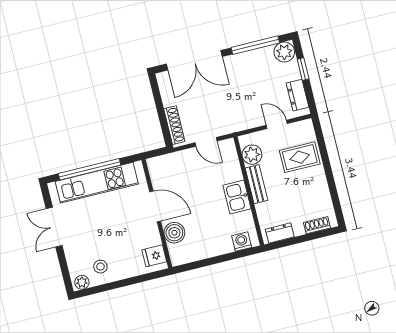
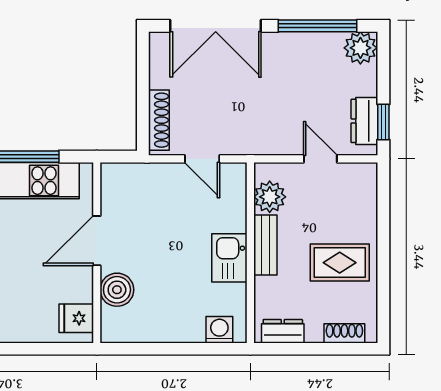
window: (303, 69) -> (383, 122), moved
rug: (300, 157) -> (340, 263), moved
door: (155, 206) -> (97, 241), swing flipped

